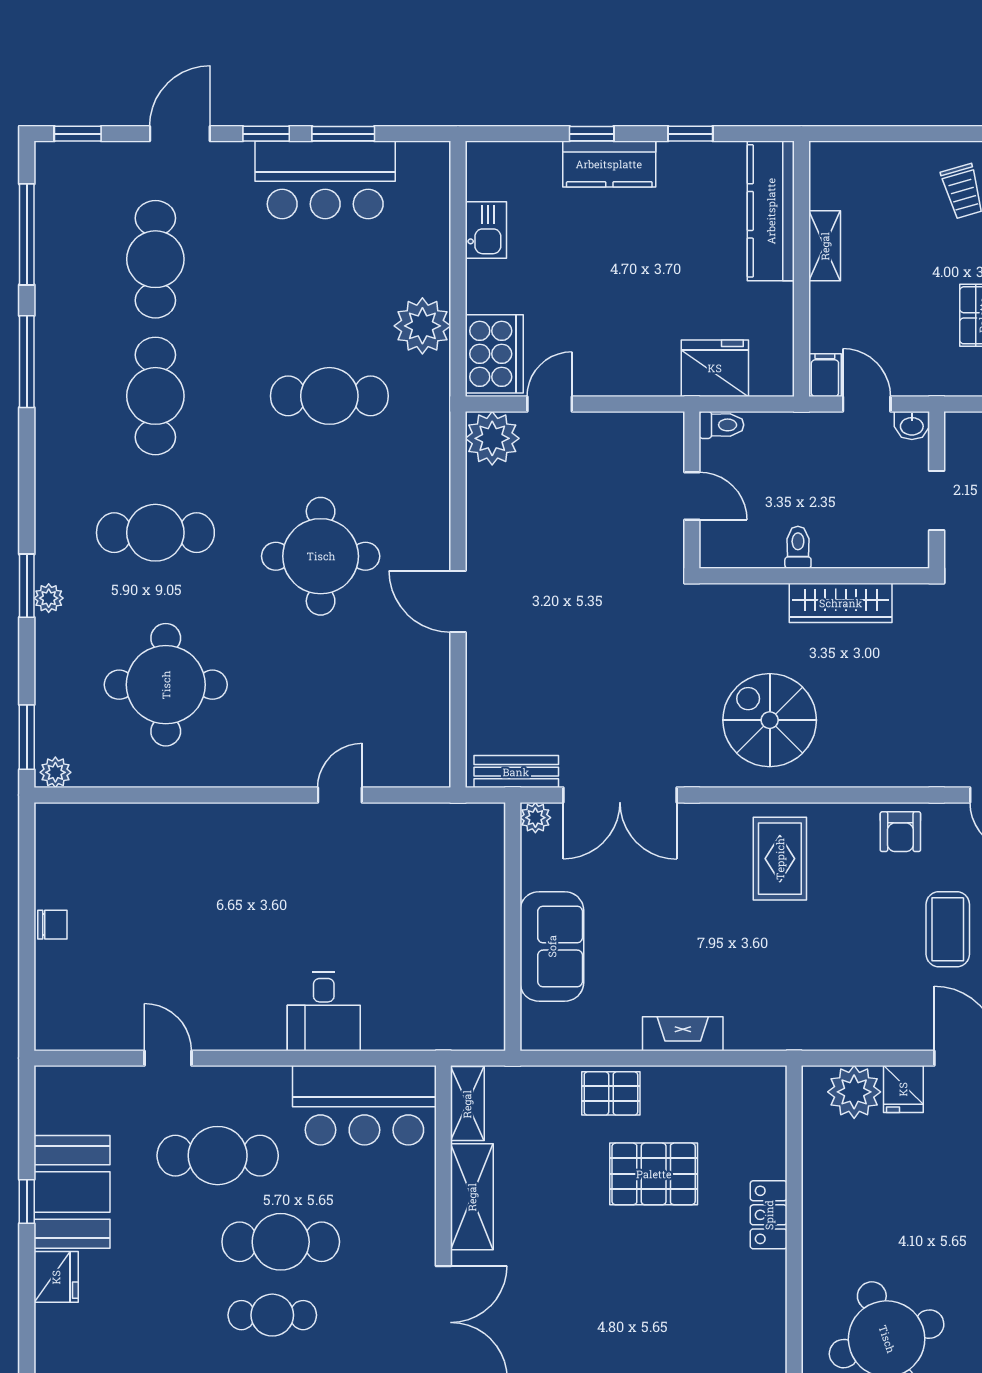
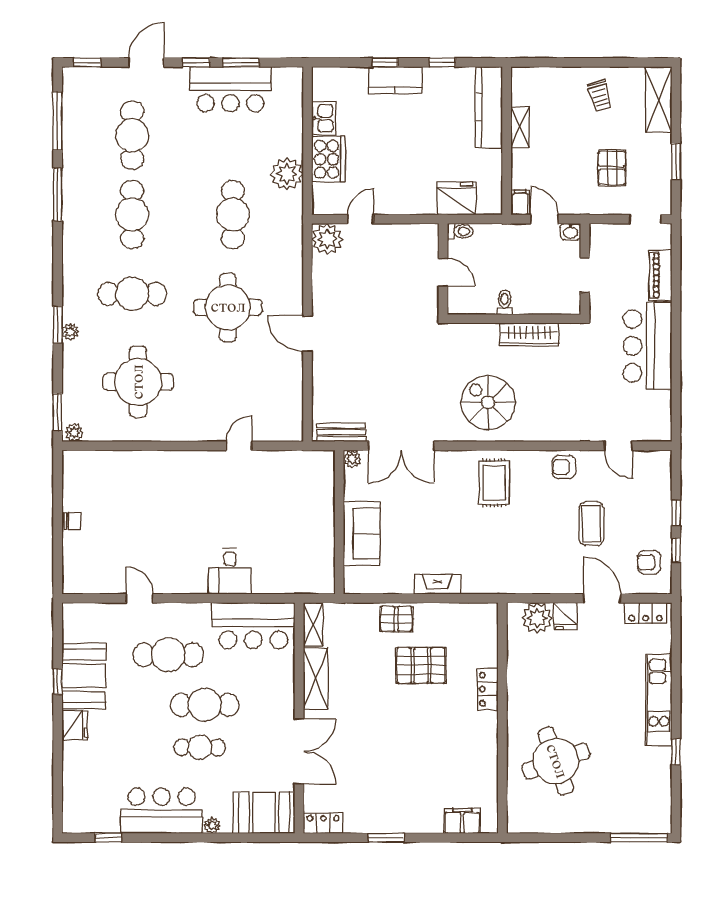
cooker: (494, 354) -> (328, 159), moved
cafe table: (329, 396) -> (233, 215), turned 90
armchair: (900, 832) -> (564, 467), turned 90

